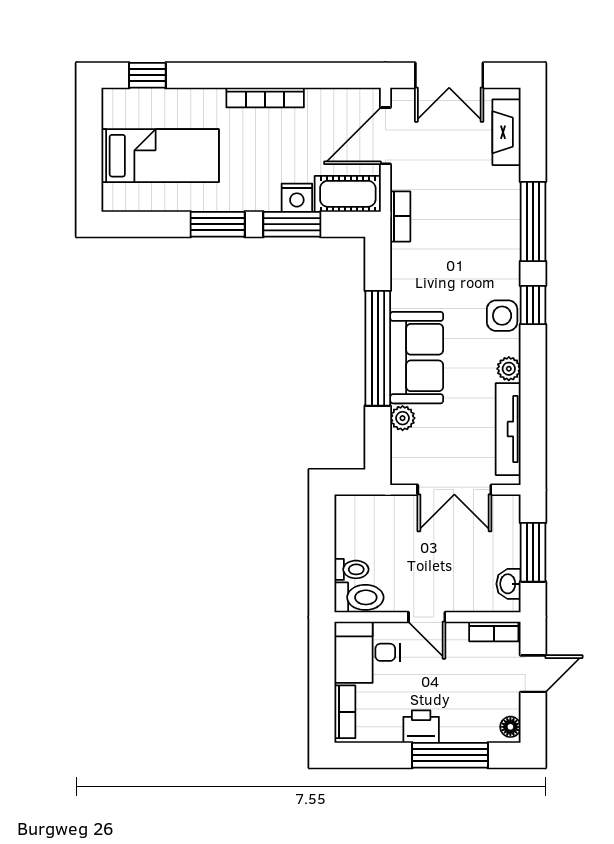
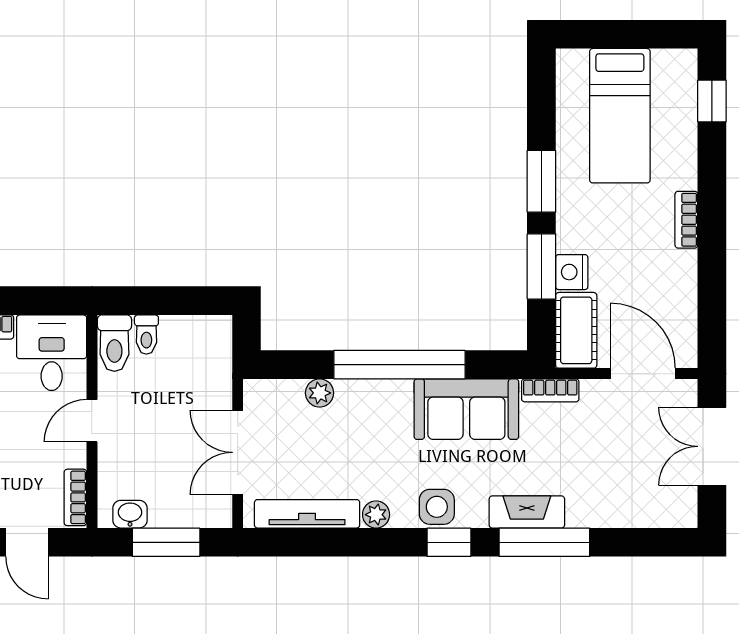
bookcase: (265, 98) -> (686, 220), width x0.64
fireplace: (507, 132) -> (527, 512), moved
sofa: (417, 358) -> (466, 409), moved

